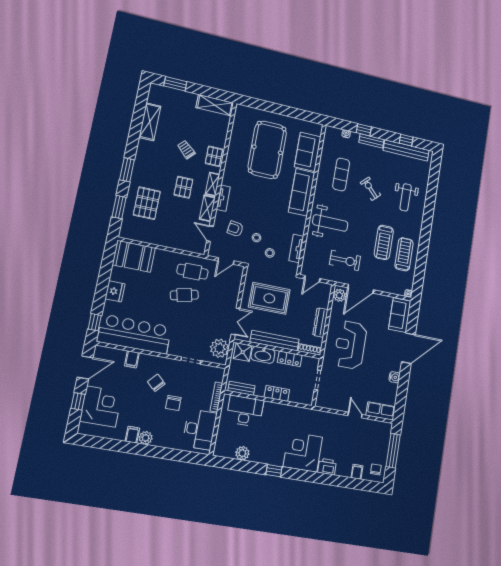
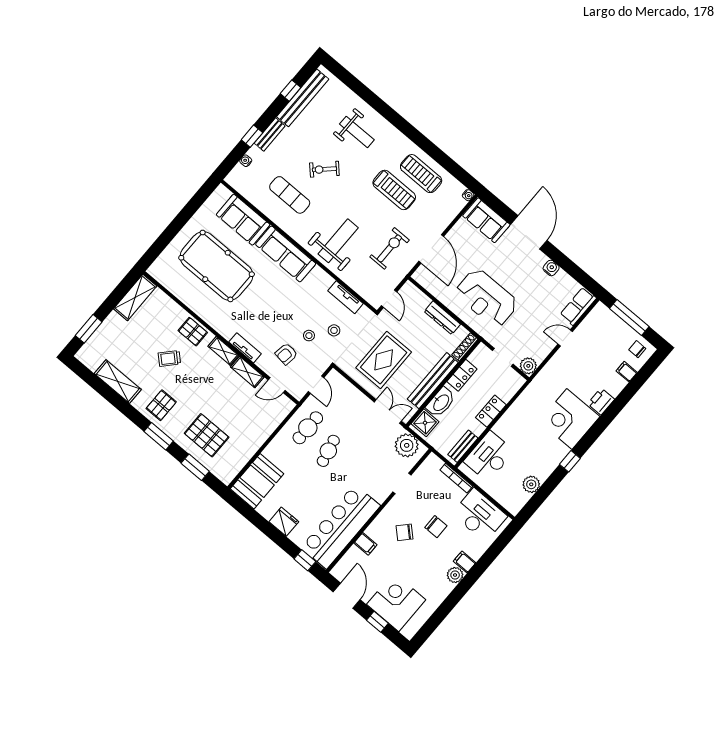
pallet: (183, 187) -> (161, 405), moved, turned 90
plant: (339, 295) -> (528, 366), moved
filing cabinet: (132, 435) -> (465, 562), moved

